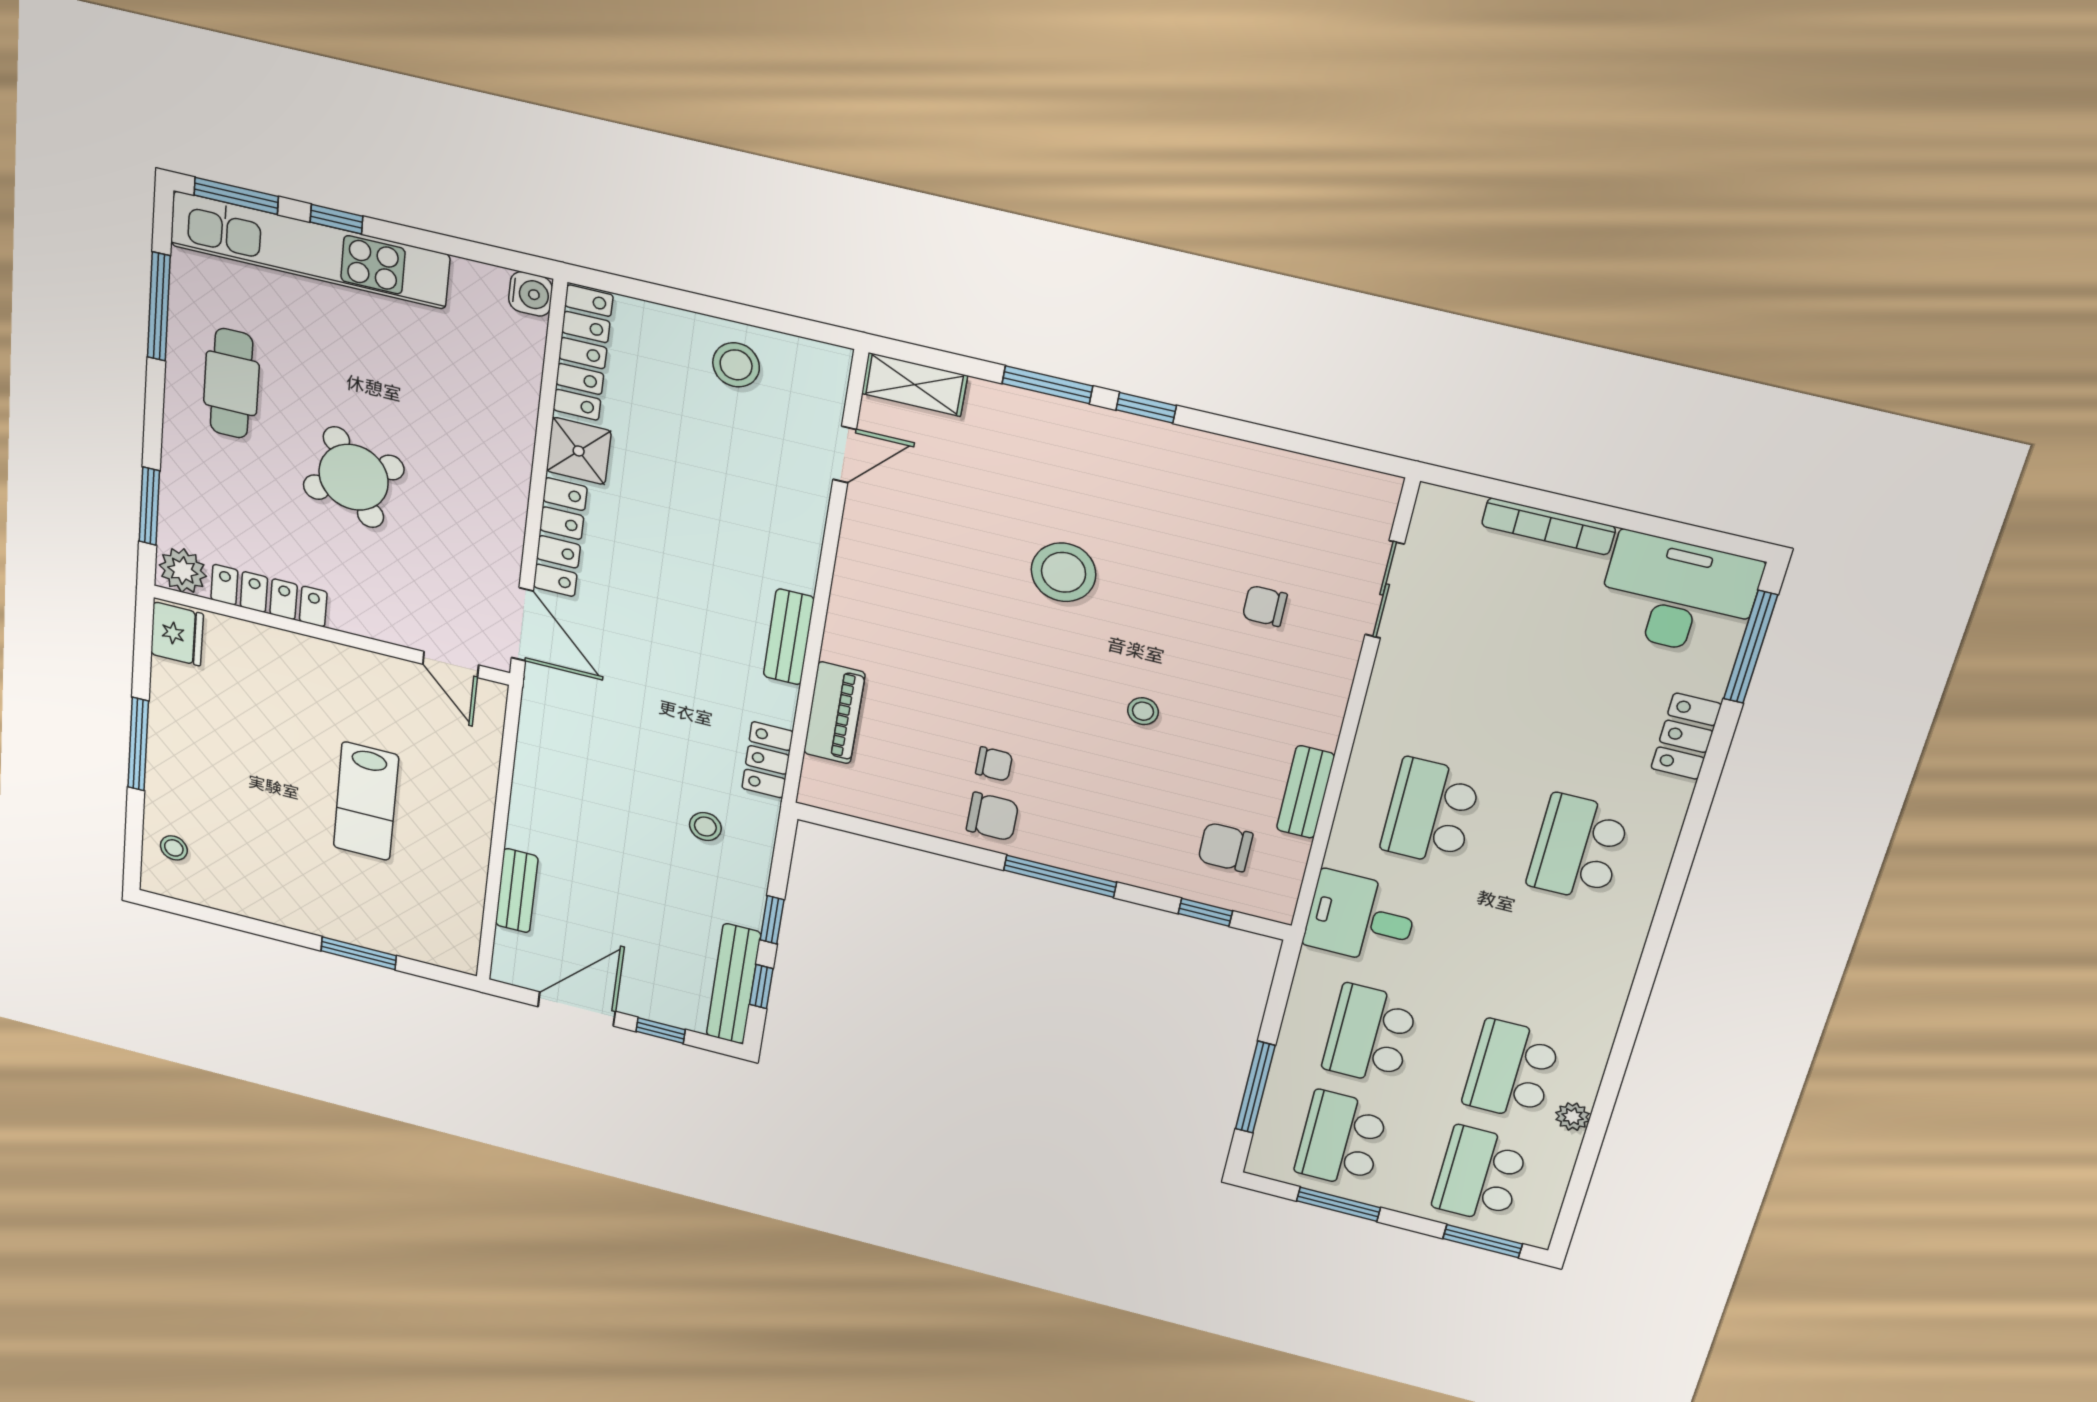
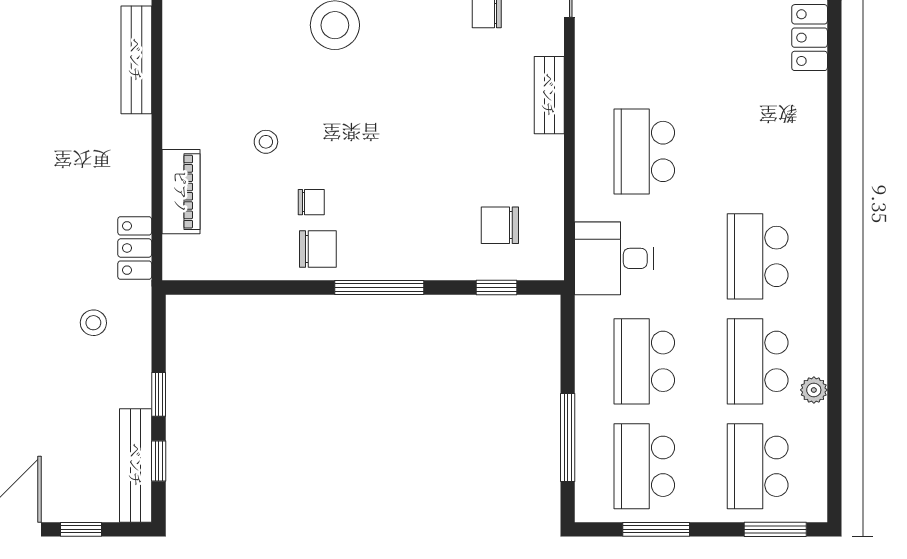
bench: (789, 637) -> (136, 60), moved, width x1.36
stool: (1143, 711) -> (266, 142), moved
bench: (1305, 792) -> (549, 95), moved
school desk: (1578, 848) -> (758, 256), moved

